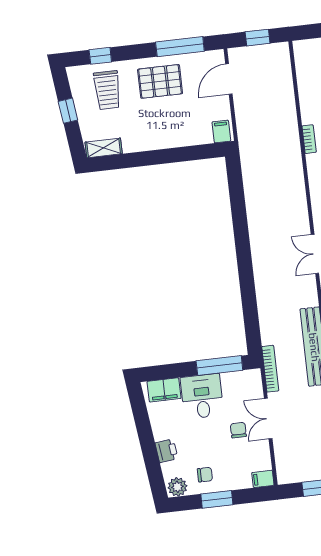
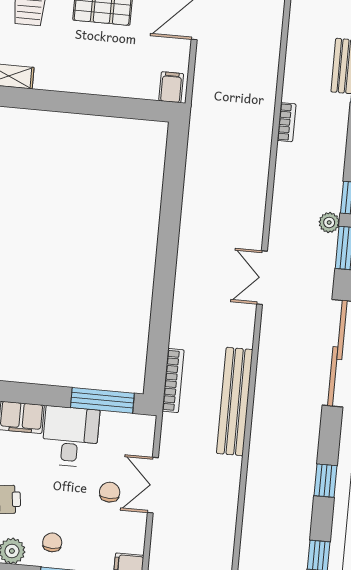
bookcase: (270, 369) -> (173, 381), moved
chair: (205, 475) -> (52, 542), turned -90

